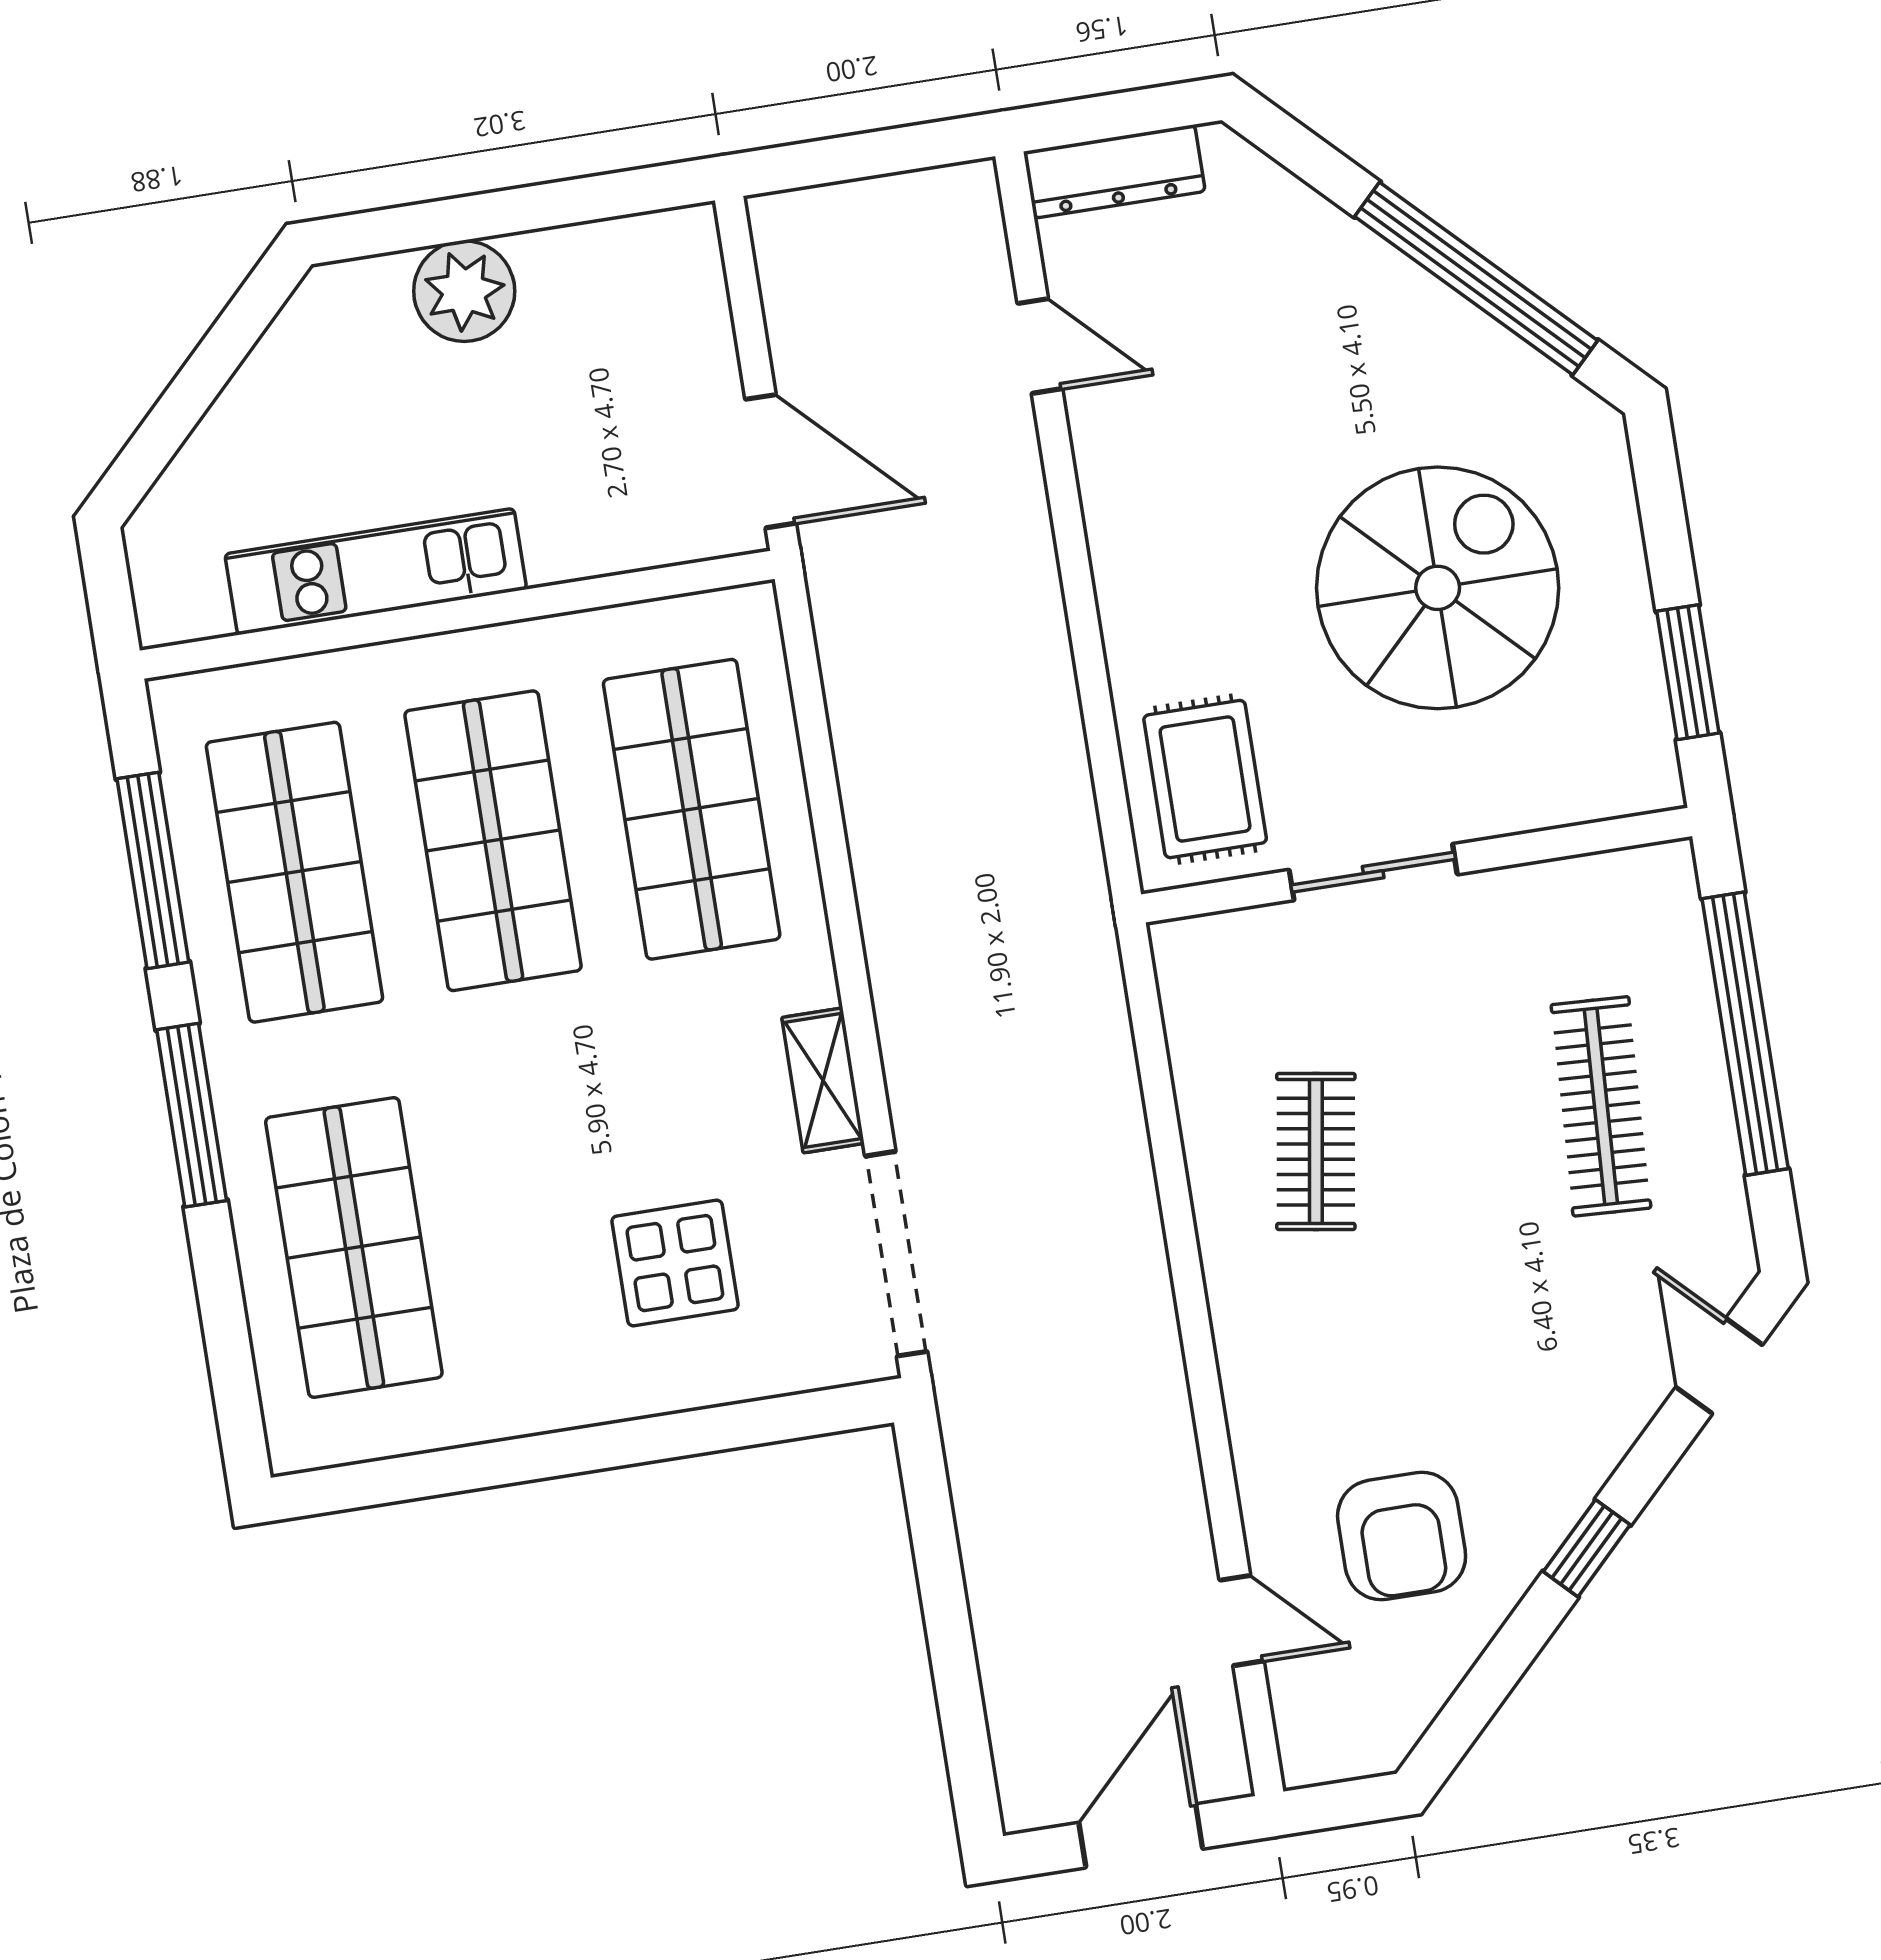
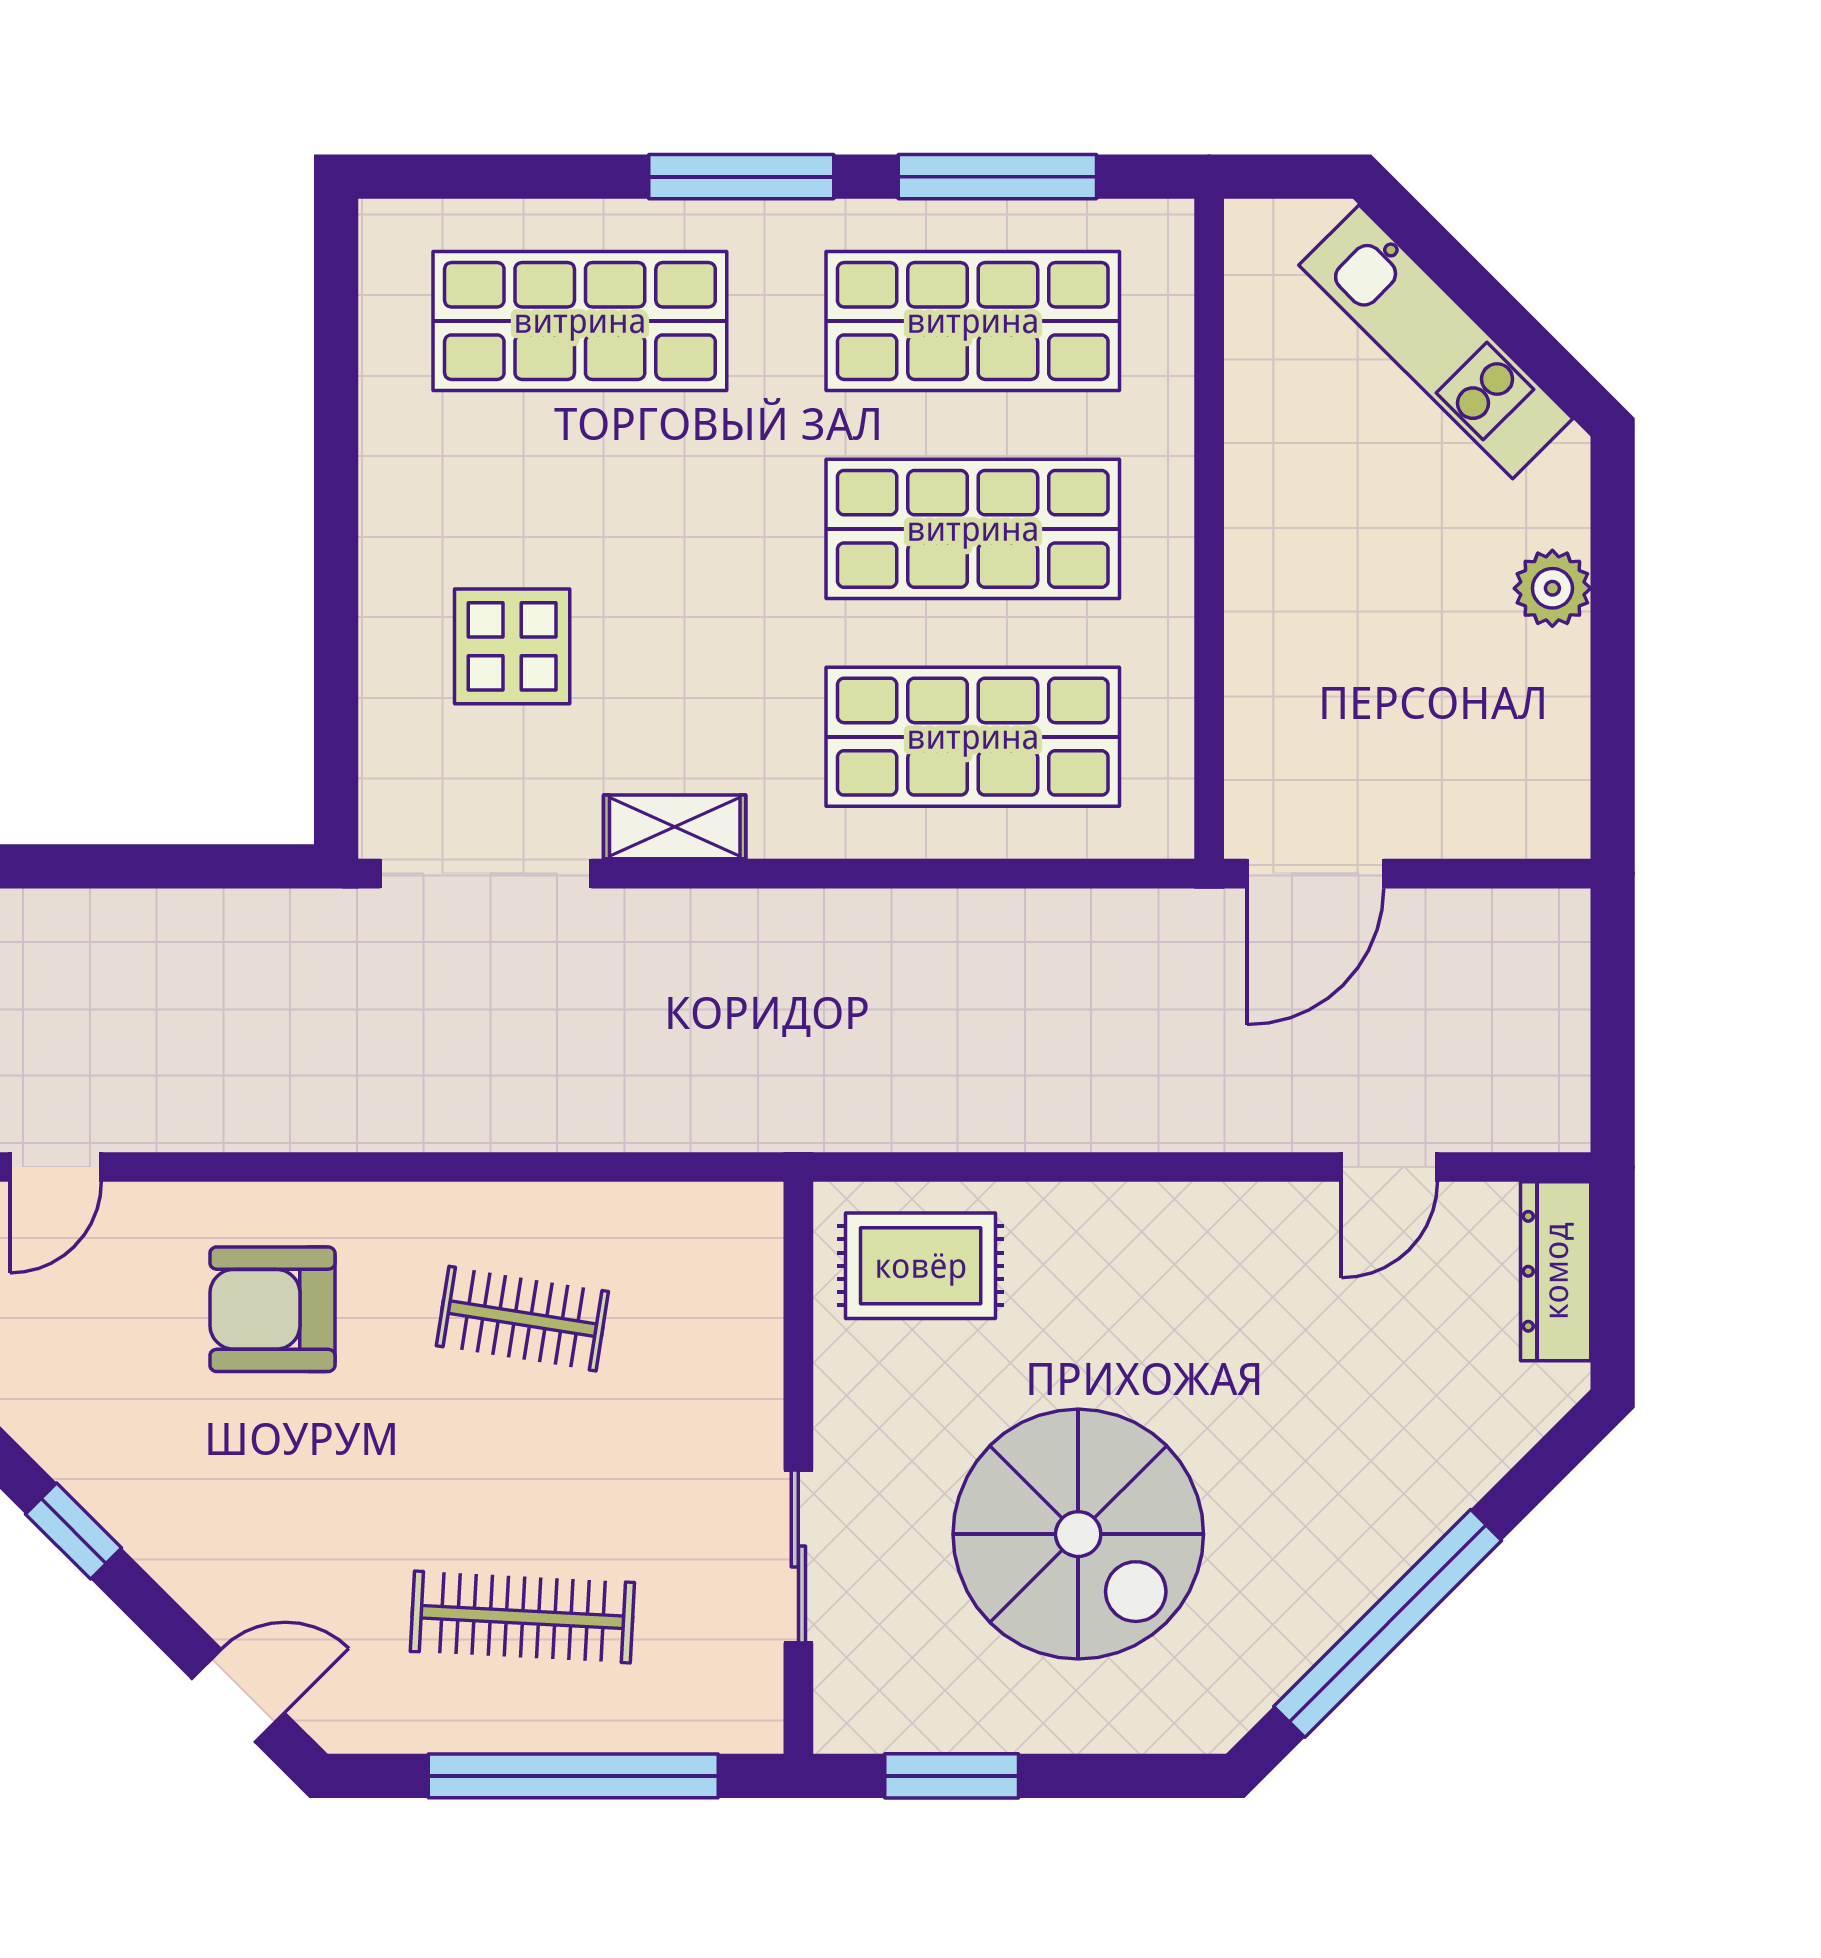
plant: (464, 291) -> (1552, 588), width x0.73, depth x0.73
kitchen unit: (376, 572) -> (1436, 342), moved, turned 135
sliding door: (1373, 872) -> (798, 1557), moved
armchair: (1402, 1536) -> (272, 1309), moved

